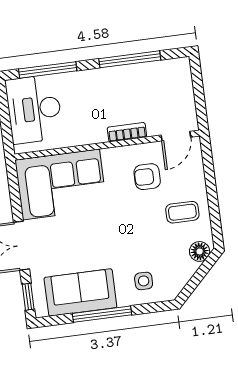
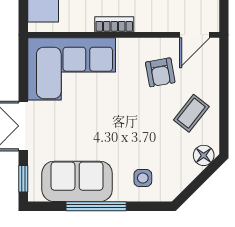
bookcase: (127, 132) -> (114, 24), moved
armchair: (147, 177) -> (160, 72), turned -100
coffee table: (182, 212) -> (191, 113), turned -52

